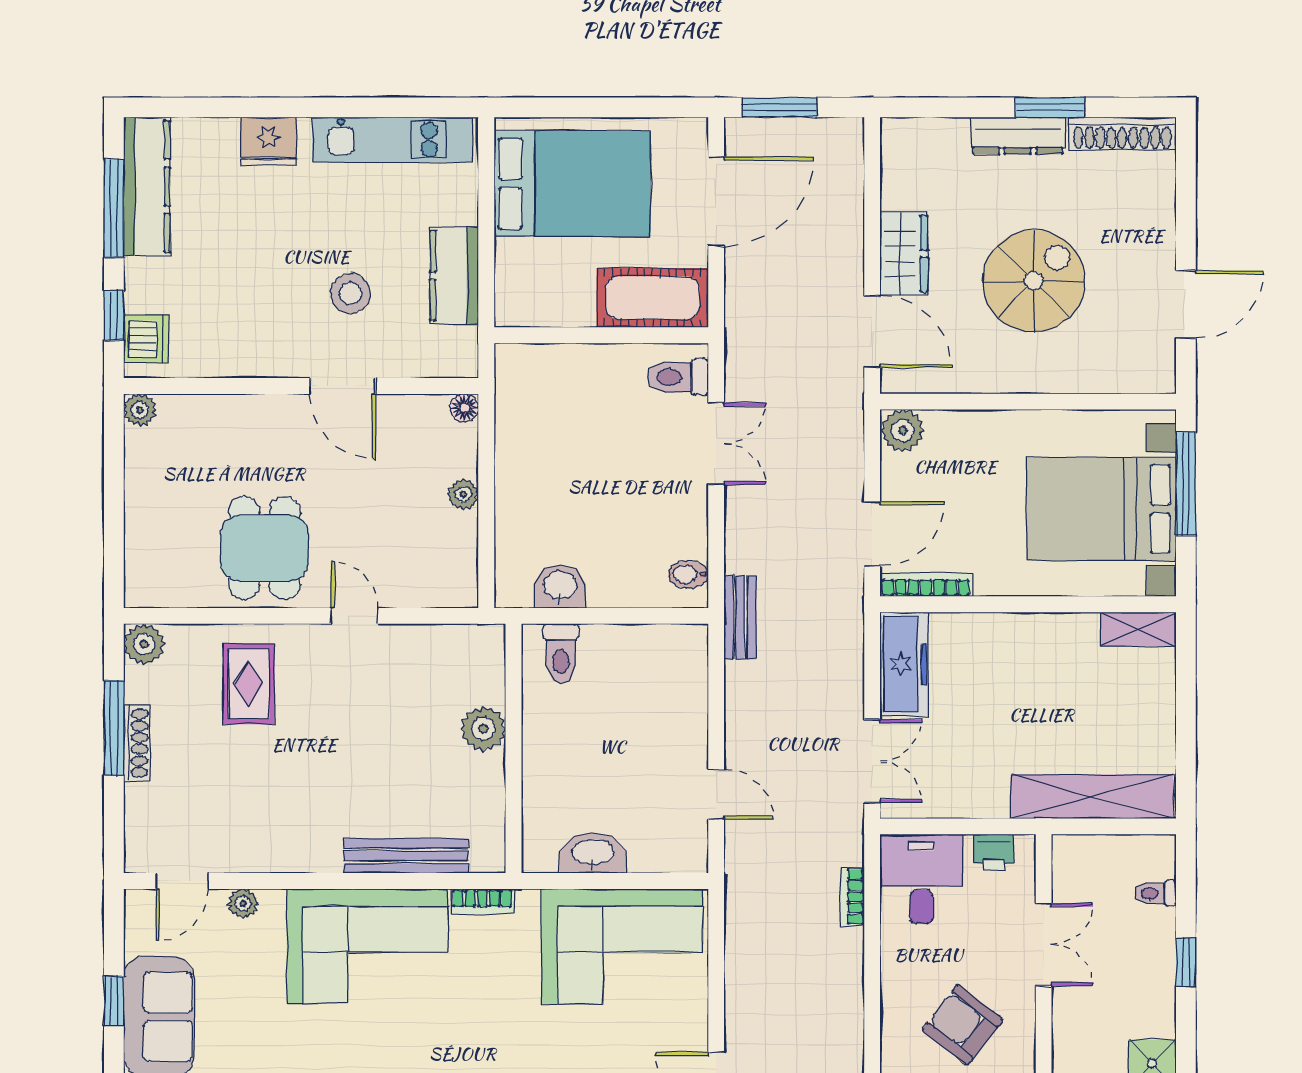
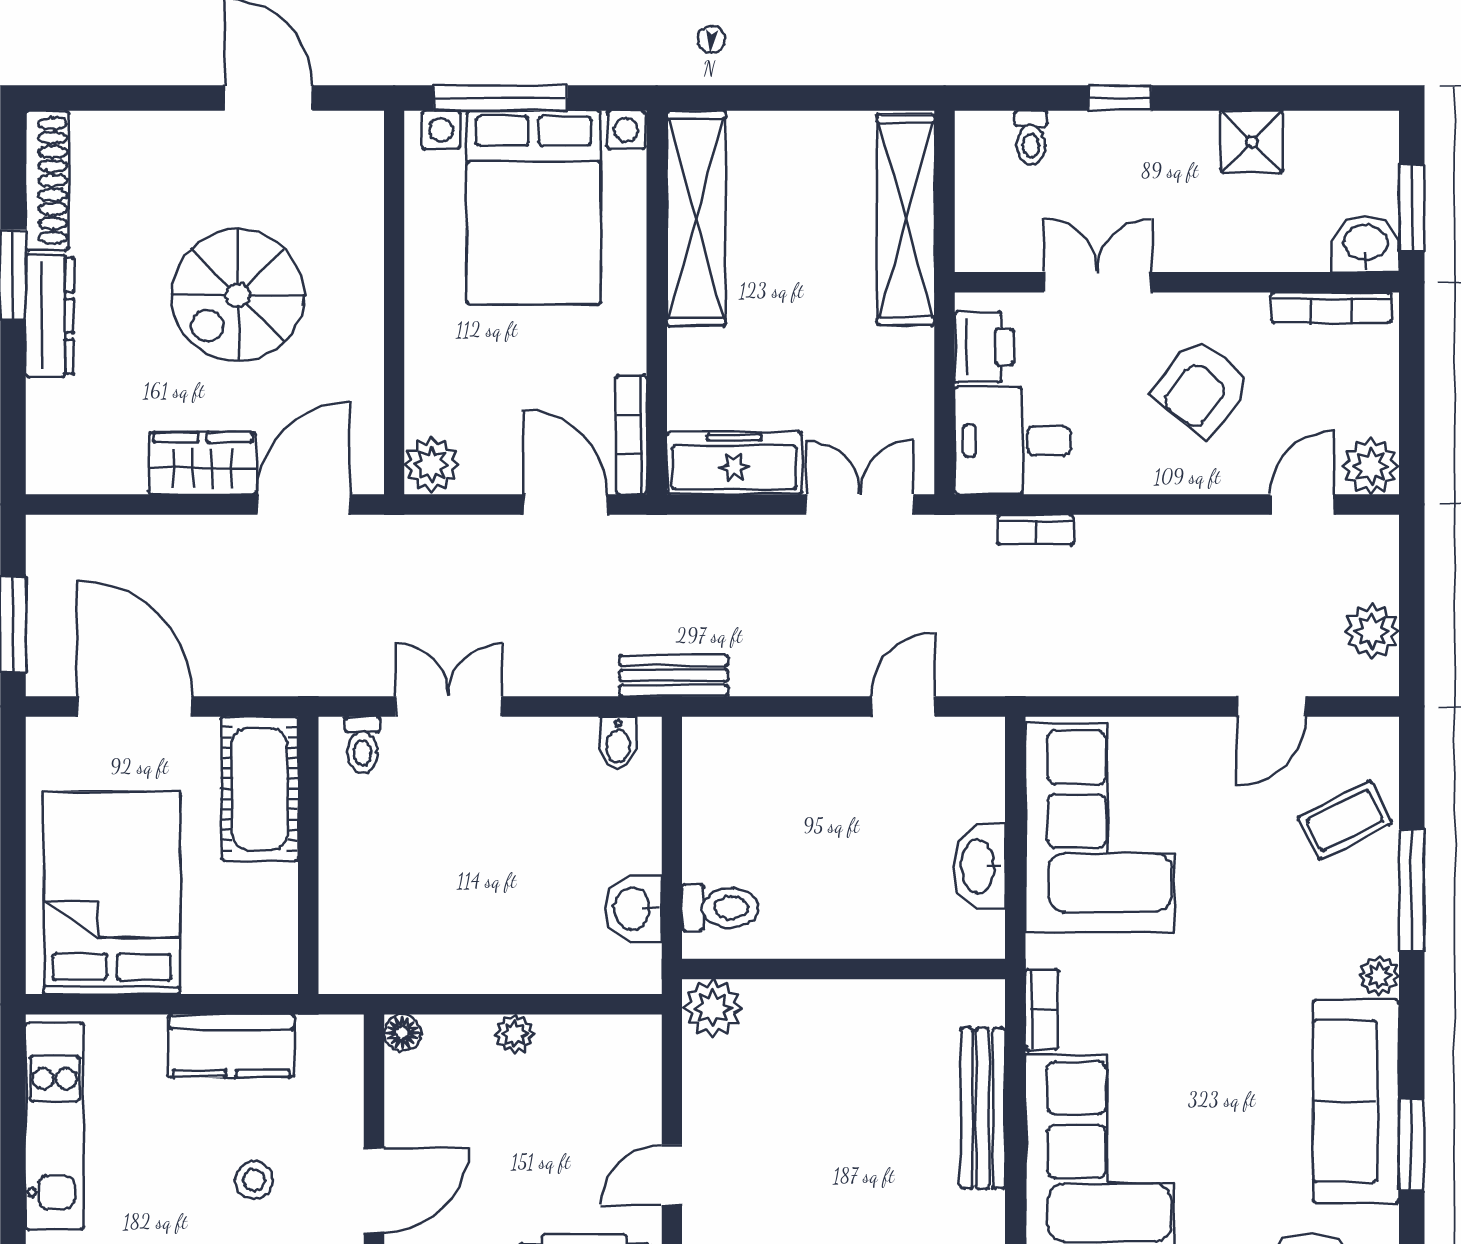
spiral stairs: (1034, 281) -> (238, 295), turned -90
stool: (351, 293) -> (254, 1180), width x0.73, depth x0.73
toilet: (678, 377) -> (363, 745), width x0.73, depth x0.72
shelving: (1138, 629) -> (696, 218), width x2.20, depth x1.33
plant: (483, 729) -> (713, 1008), moved
printer: (994, 852) -> (984, 347), width x1.36, depth x1.24

